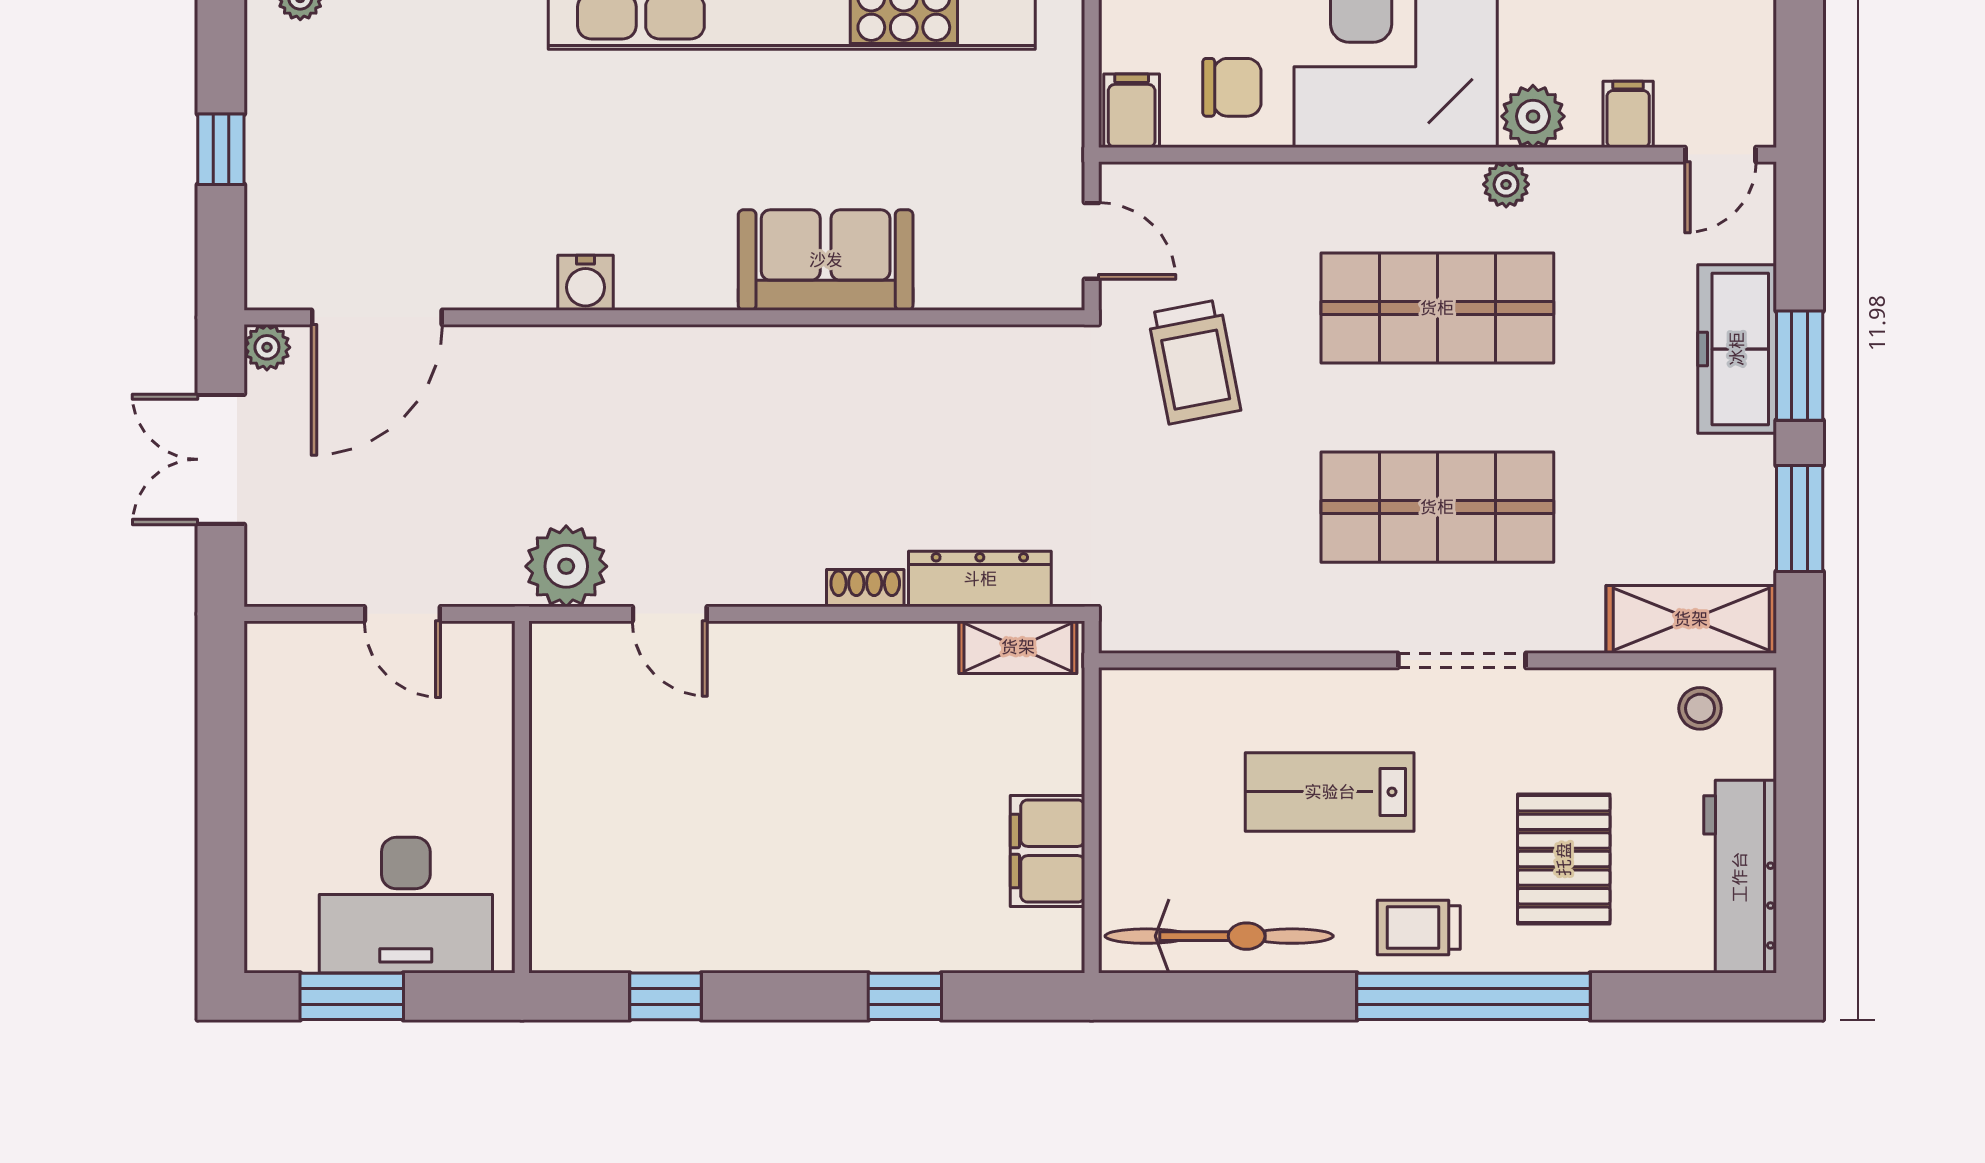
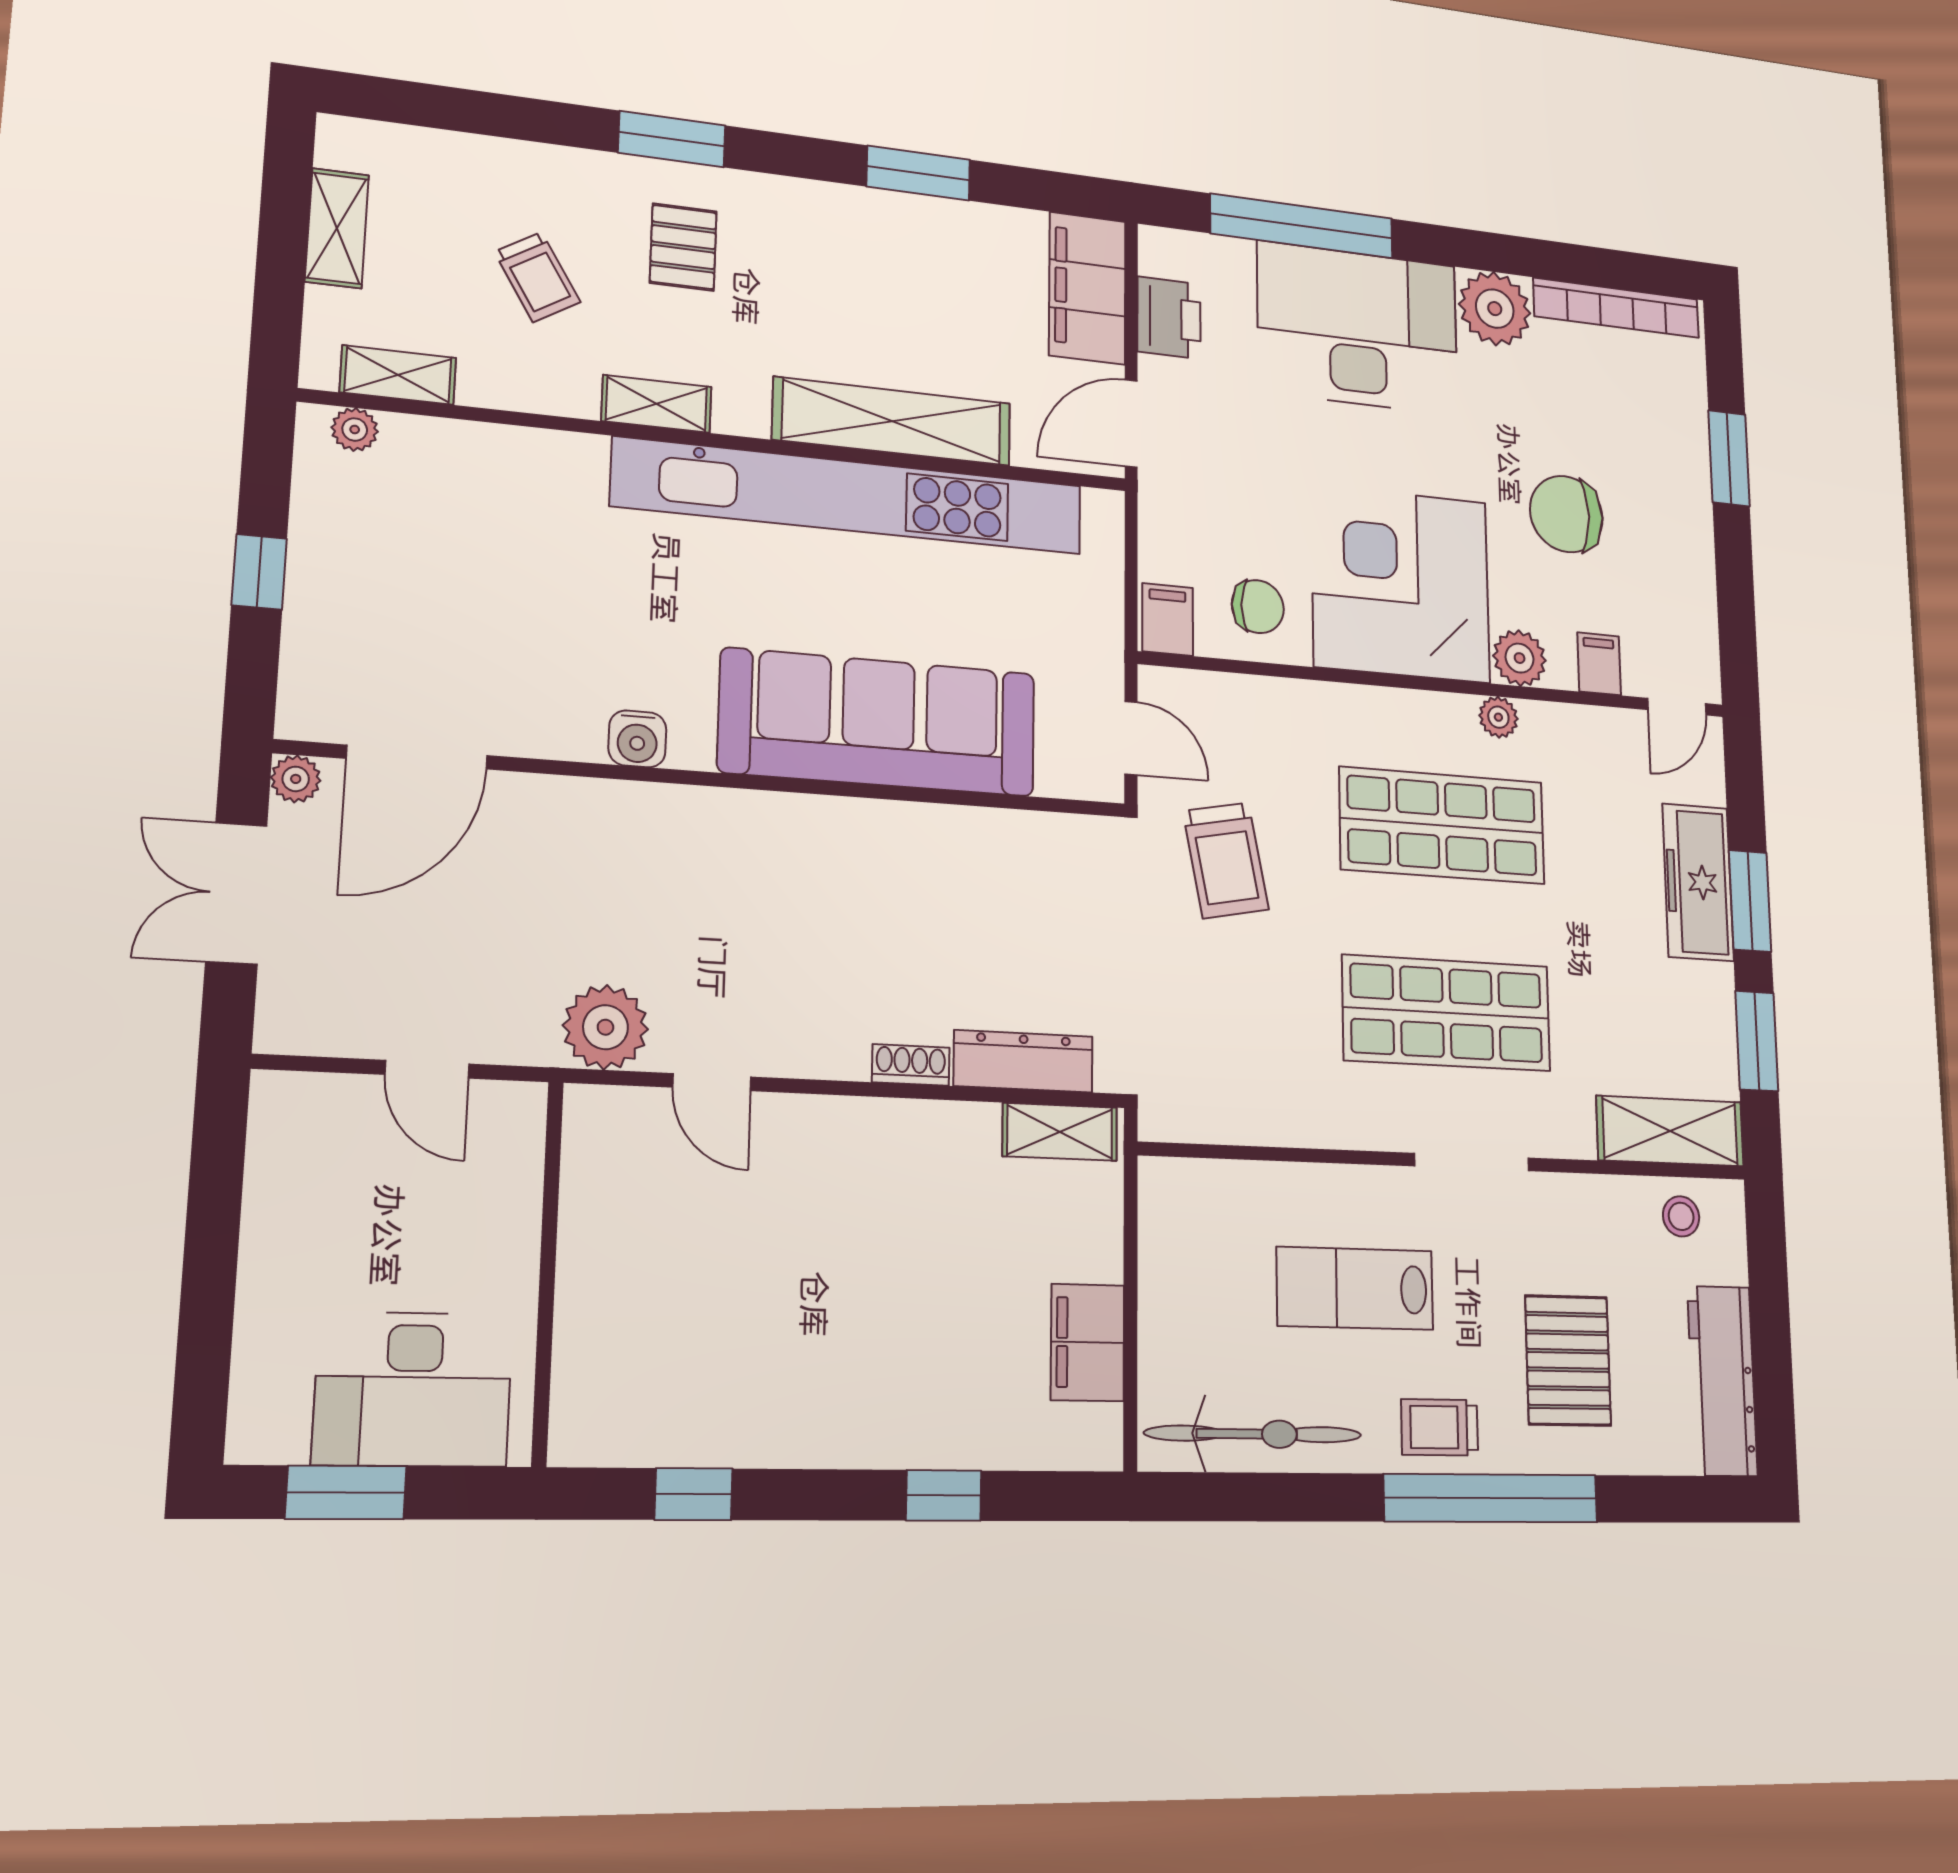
sofa: (826, 260) -> (878, 722), width x1.85, depth x1.27

